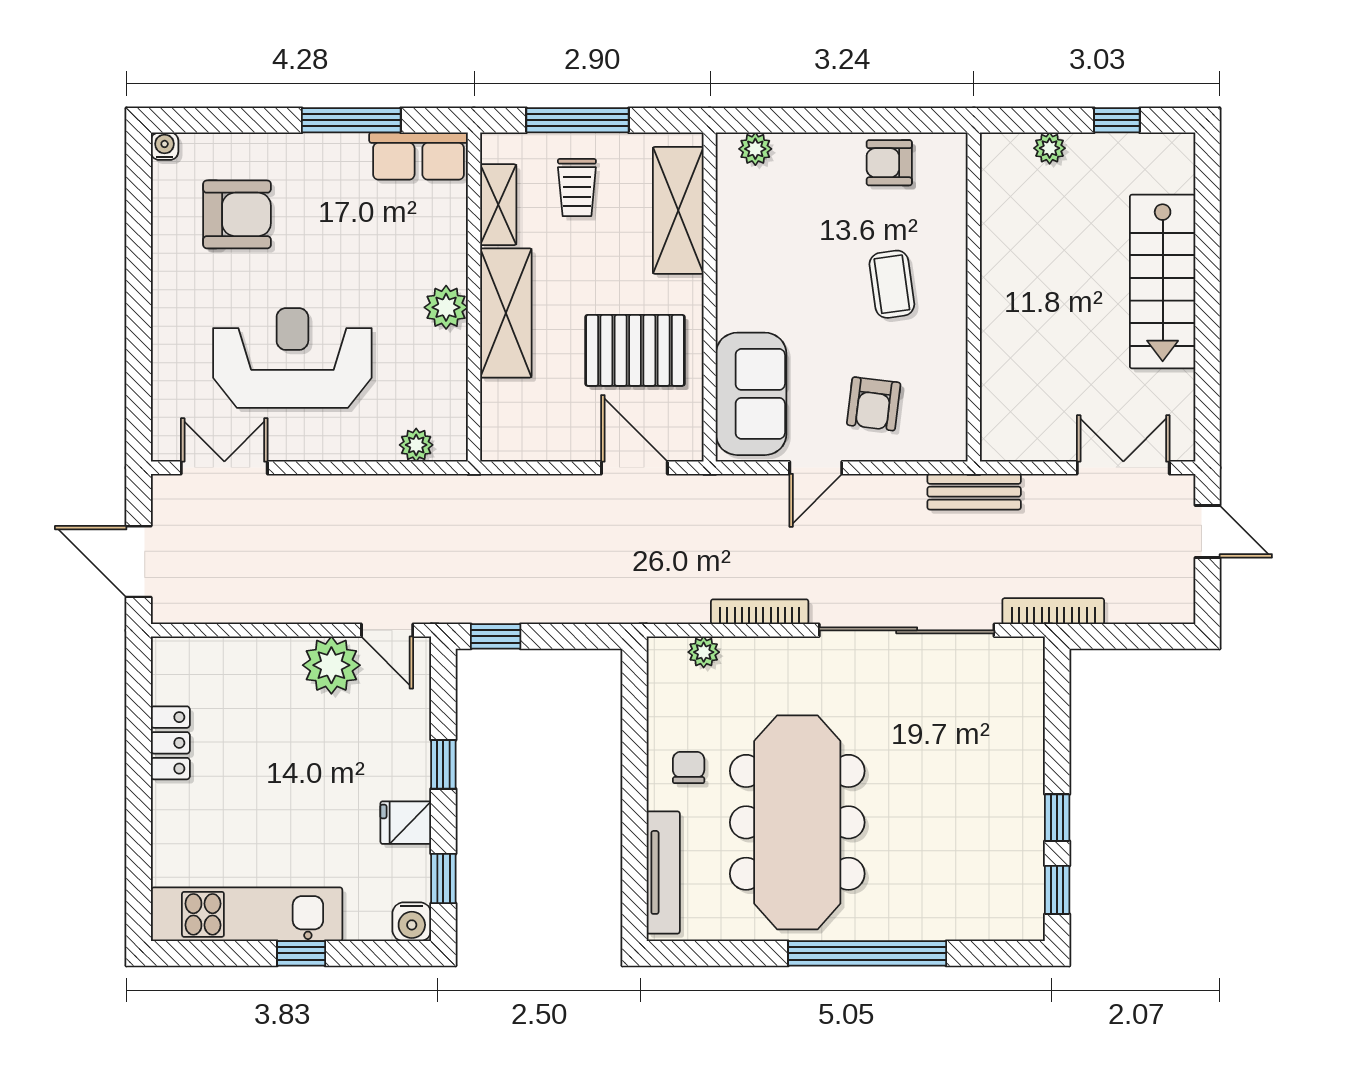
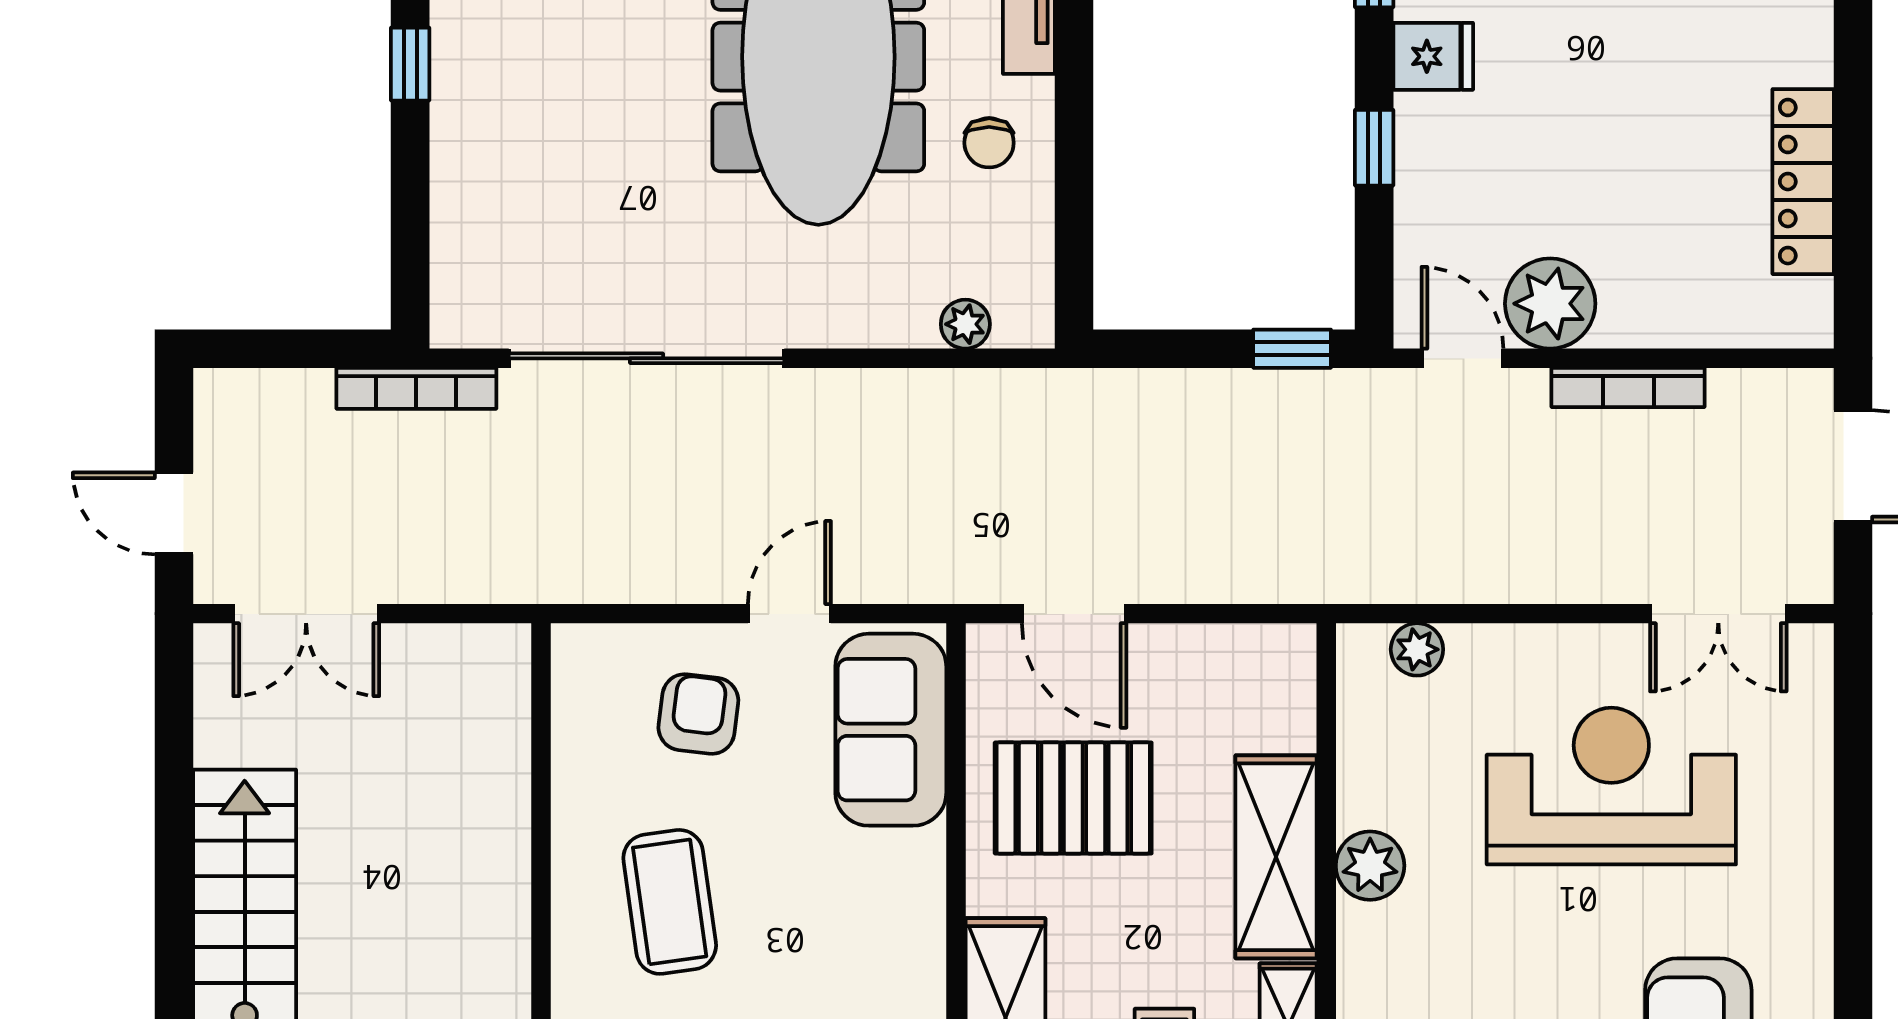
coffee table: (892, 284) -> (670, 902), width x1.36, depth x1.30
reception desk: (292, 358) -> (1611, 786), turned 180
bench: (974, 492) -> (541, 576), removed
bookcase: (760, 612) -> (1628, 387), moved
locker: (170, 743) -> (1803, 182), width x1.53

